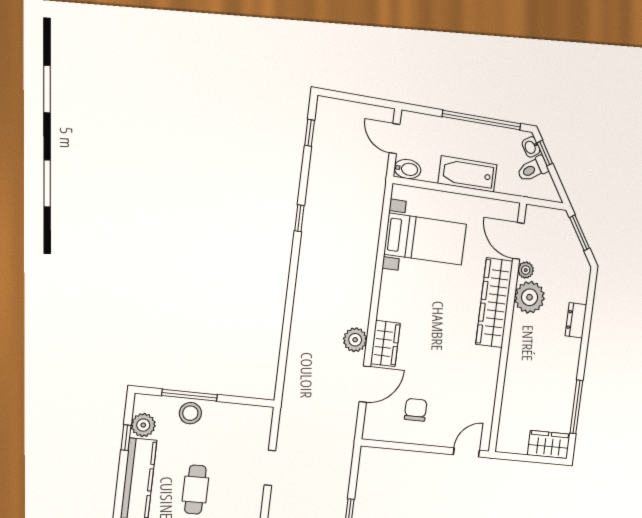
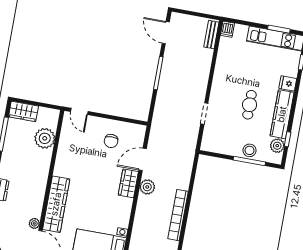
bookcase: (303, 296) -> (178, 215), added
plant: (530, 297) -> (45, 138), moved
door: (466, 452) -> (79, 111), hinge flipped

